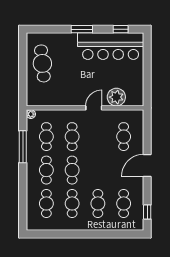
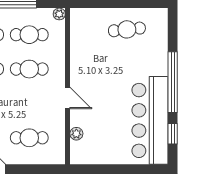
window: (82, 29) -> (173, 82), width x2.11
cafe table: (42, 63) -> (127, 29), width x0.73, depth x0.74
plant: (116, 97) -> (76, 134), width x0.53, depth x0.53

